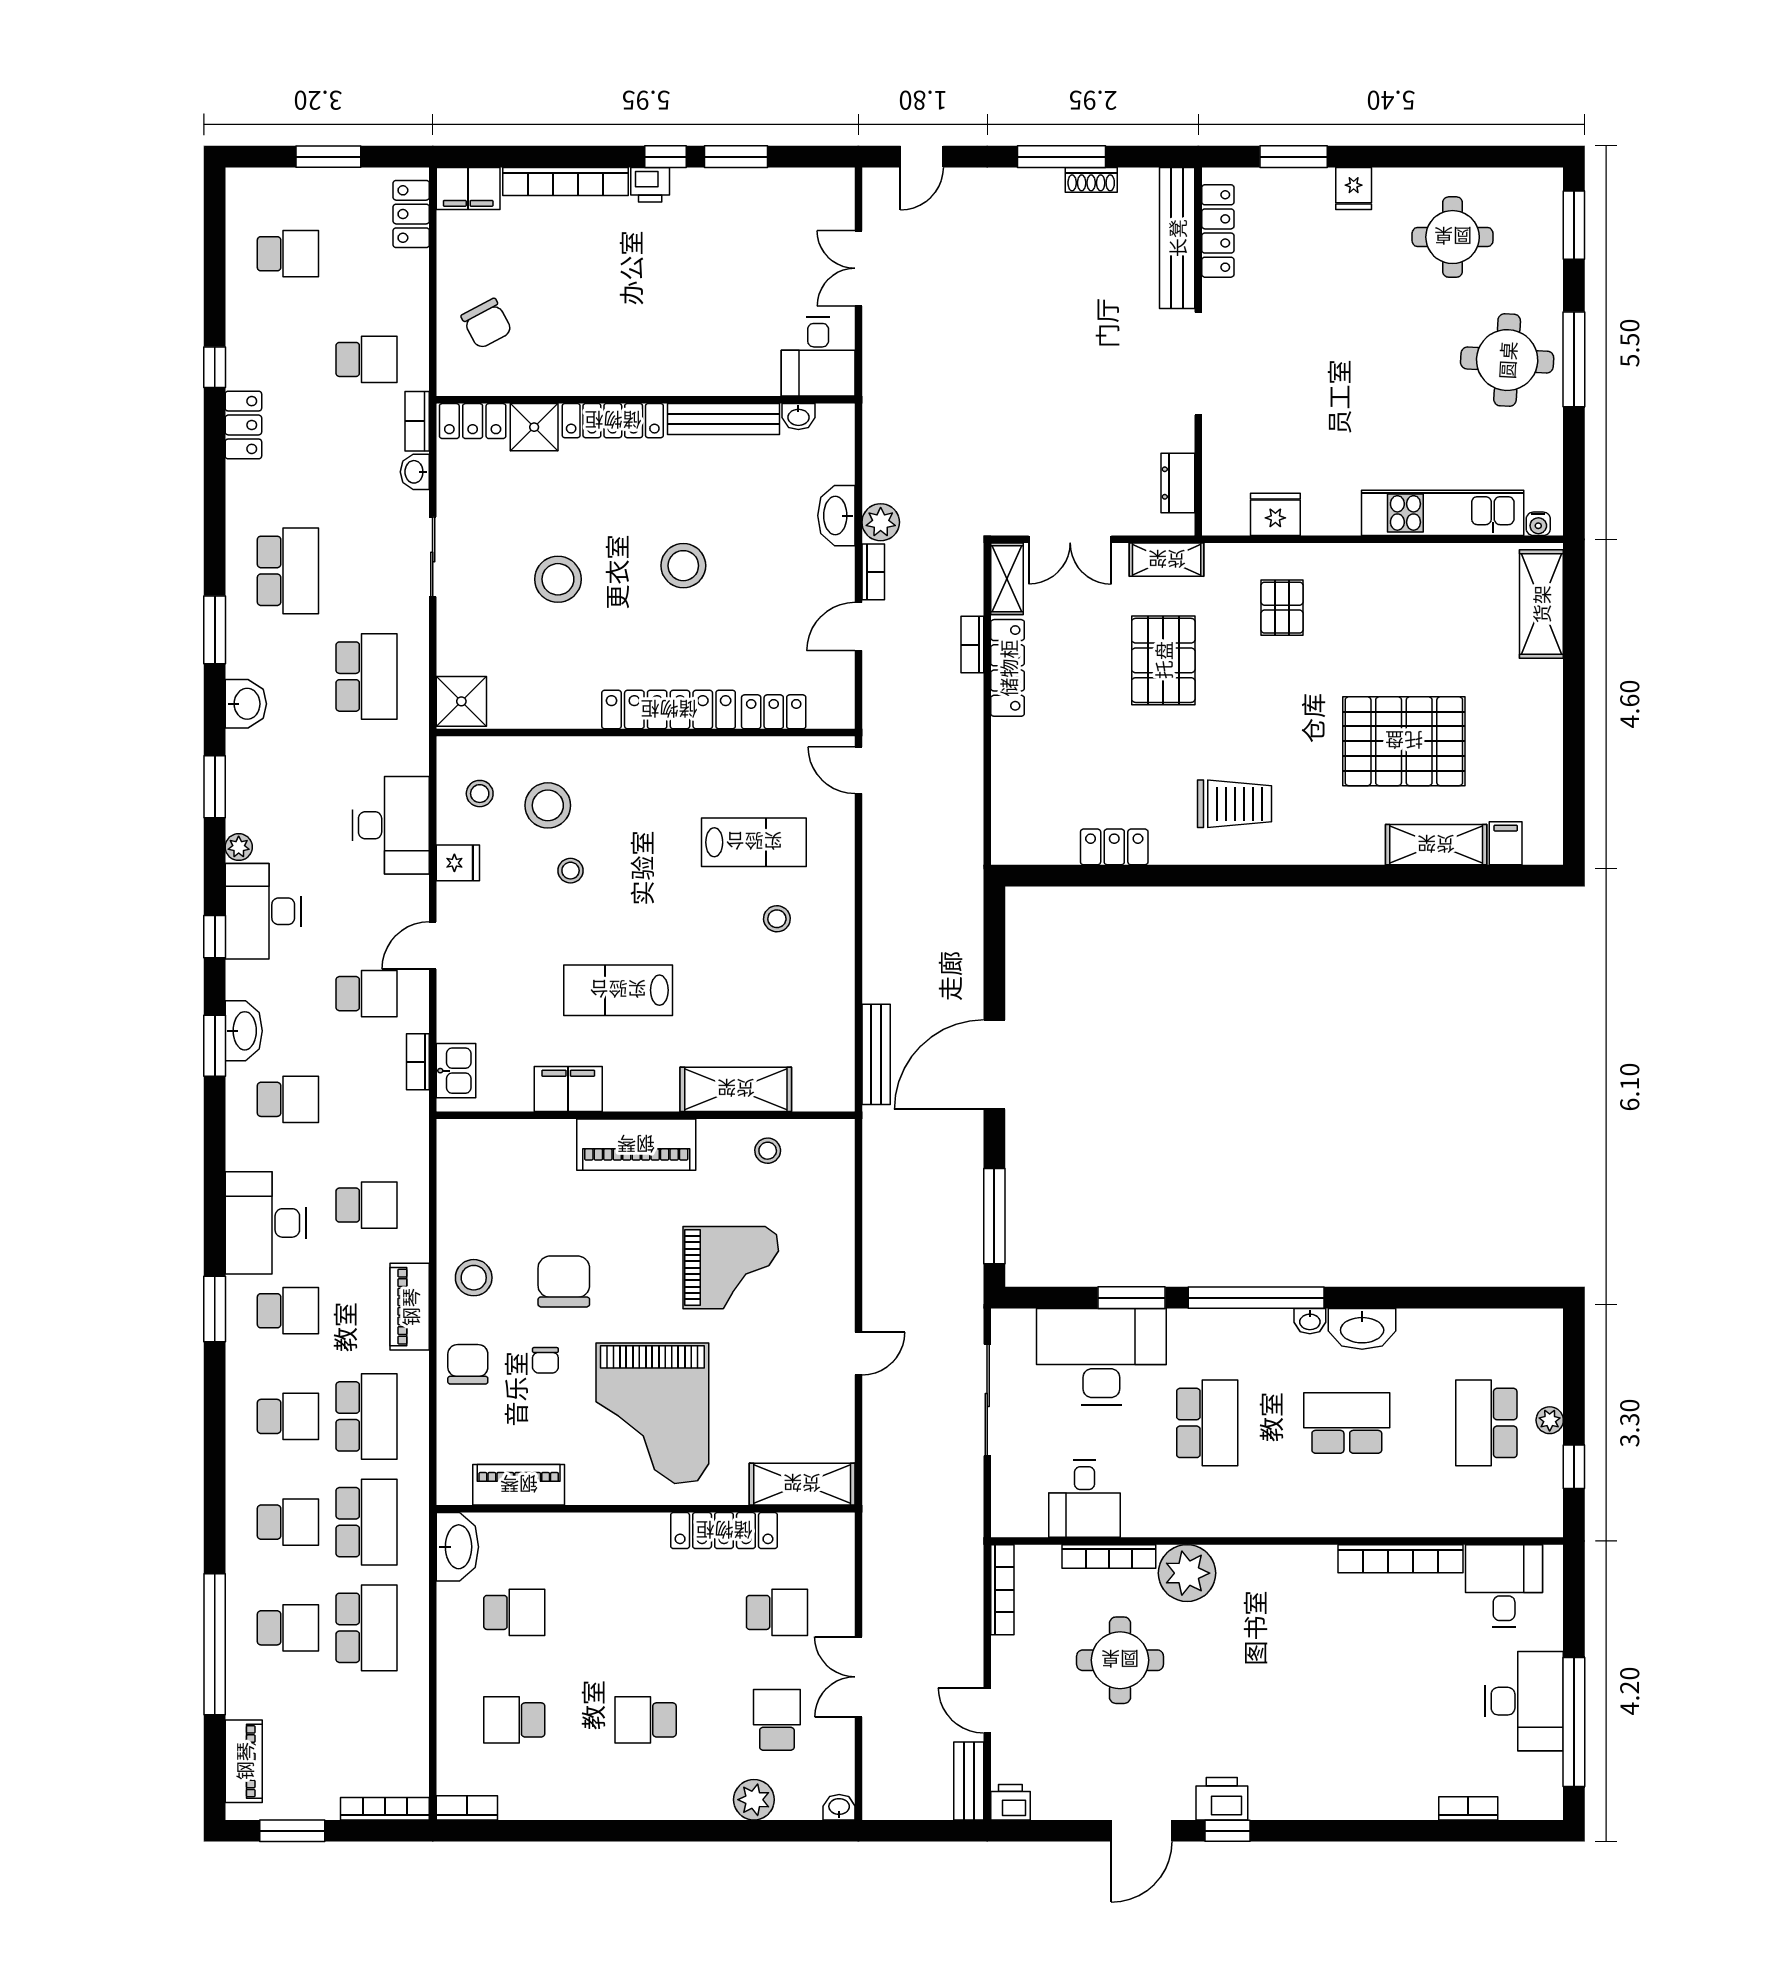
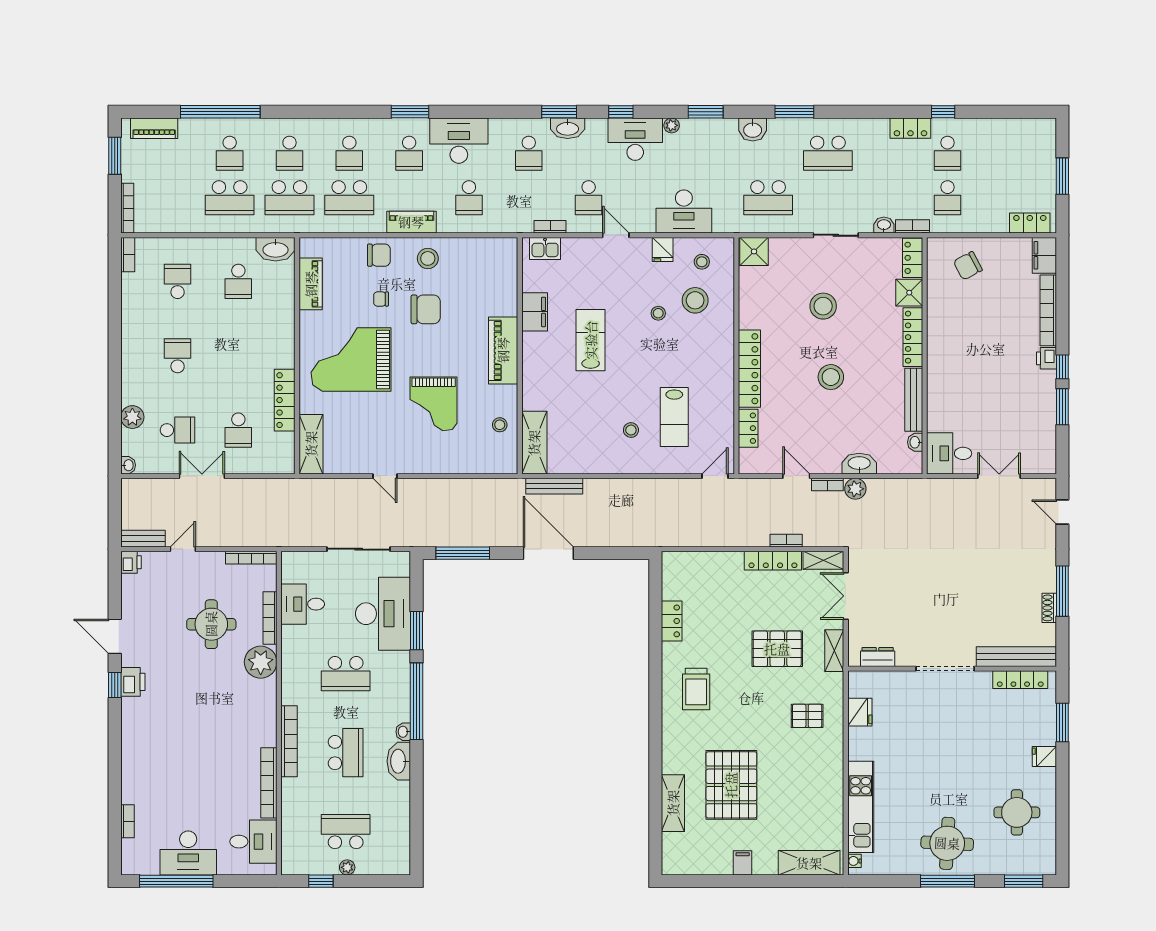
school desk: (288, 254) -> (948, 153), moved
filing cabinet: (1506, 843) -> (743, 863), moved, turned -90
shelving: (736, 1089) -> (534, 443), moved
bookcase: (1327, 1523) -> (289, 741), added

